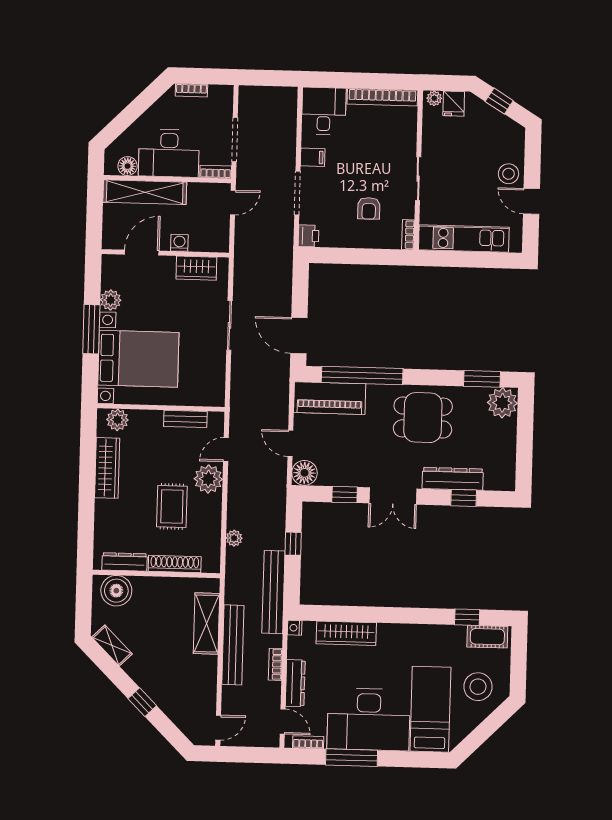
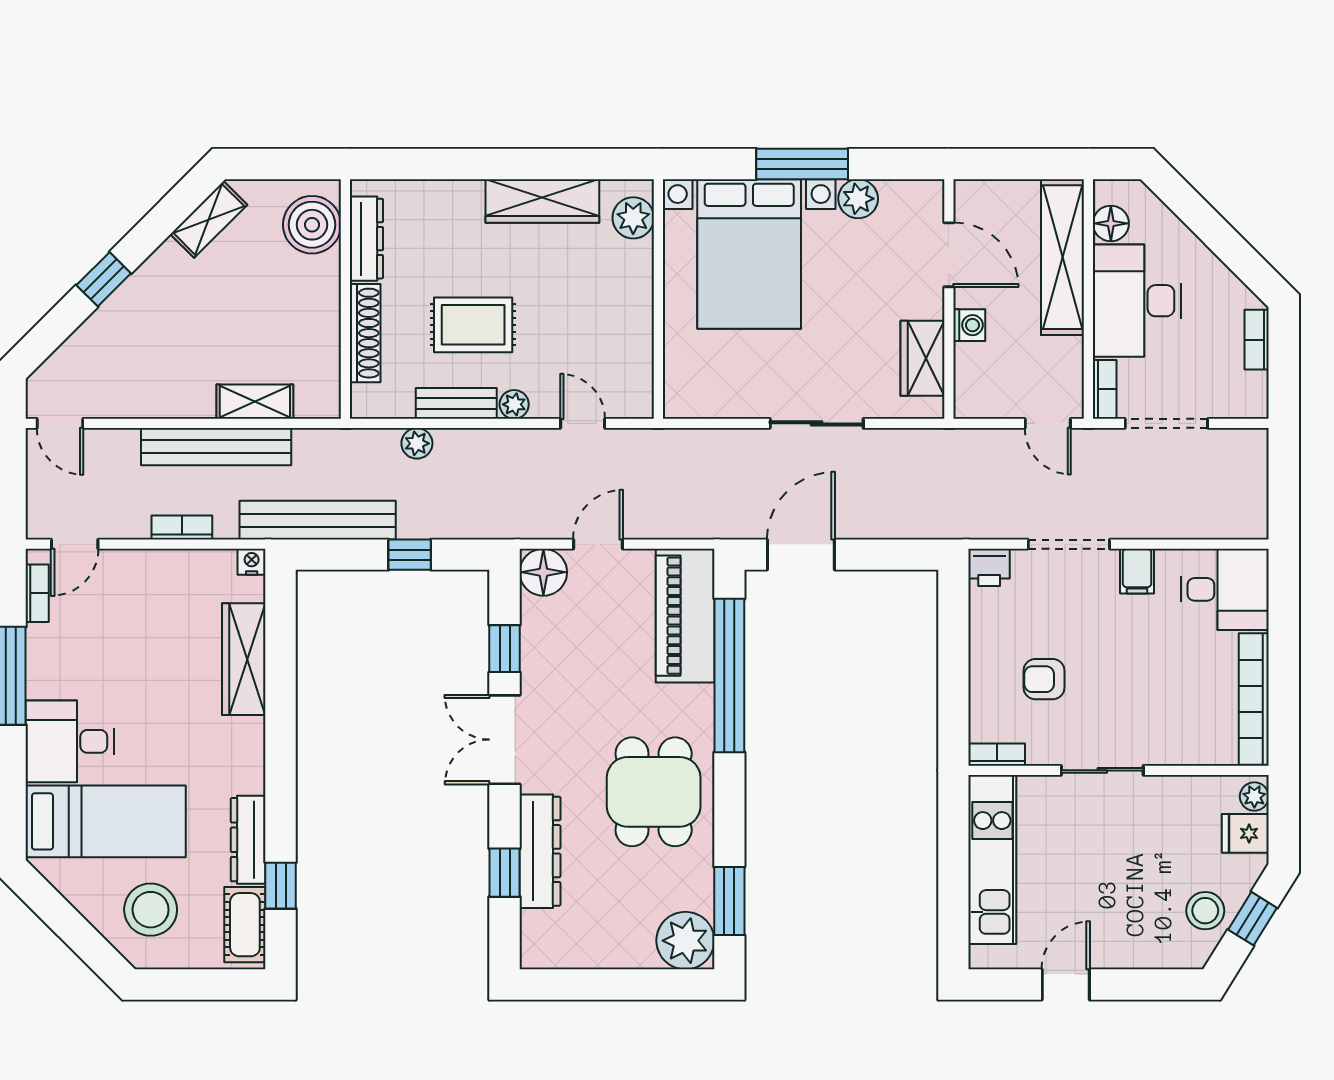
stool: (508, 174) -> (1205, 911), moved
bench: (185, 419) -> (456, 403), moved, turned 90
plant: (208, 479) -> (514, 404), width x0.53, depth x0.53
shelving: (206, 624) -> (255, 402), width x0.67, depth x0.75
dresser: (295, 683) -> (248, 840), moved, turned 90
desk: (369, 719) -> (70, 741), width x0.53, depth x0.77

